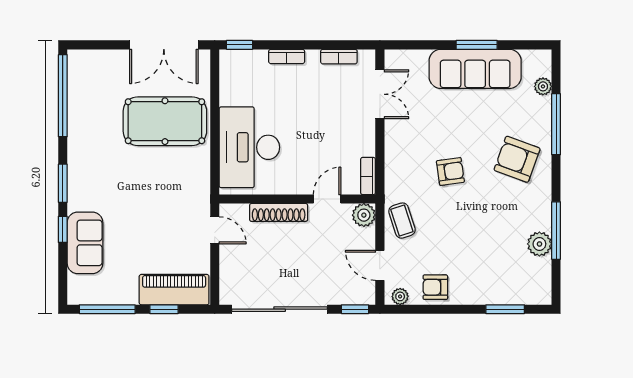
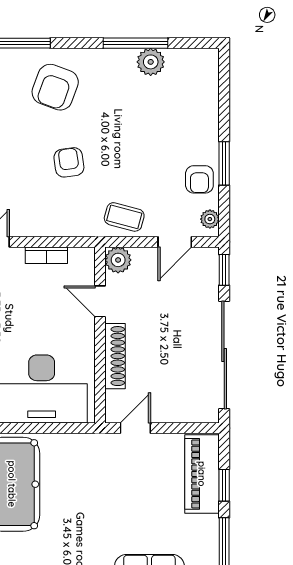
bookcase: (368, 176) -> (46, 255), moved
coffee table: (402, 221) -> (124, 217), turned 33
window: (505, 309) -> (224, 163), moved

